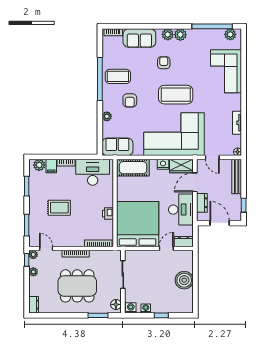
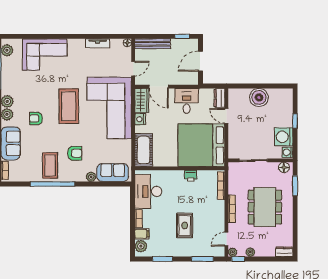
sofa: (117, 147) -> (113, 173), moved, turned 90
dresser: (202, 203) -> (180, 79), removed
desk: (181, 210) -> (187, 101), width x0.73
washing machine: (146, 308) -> (284, 137), width x1.89, depth x1.89

